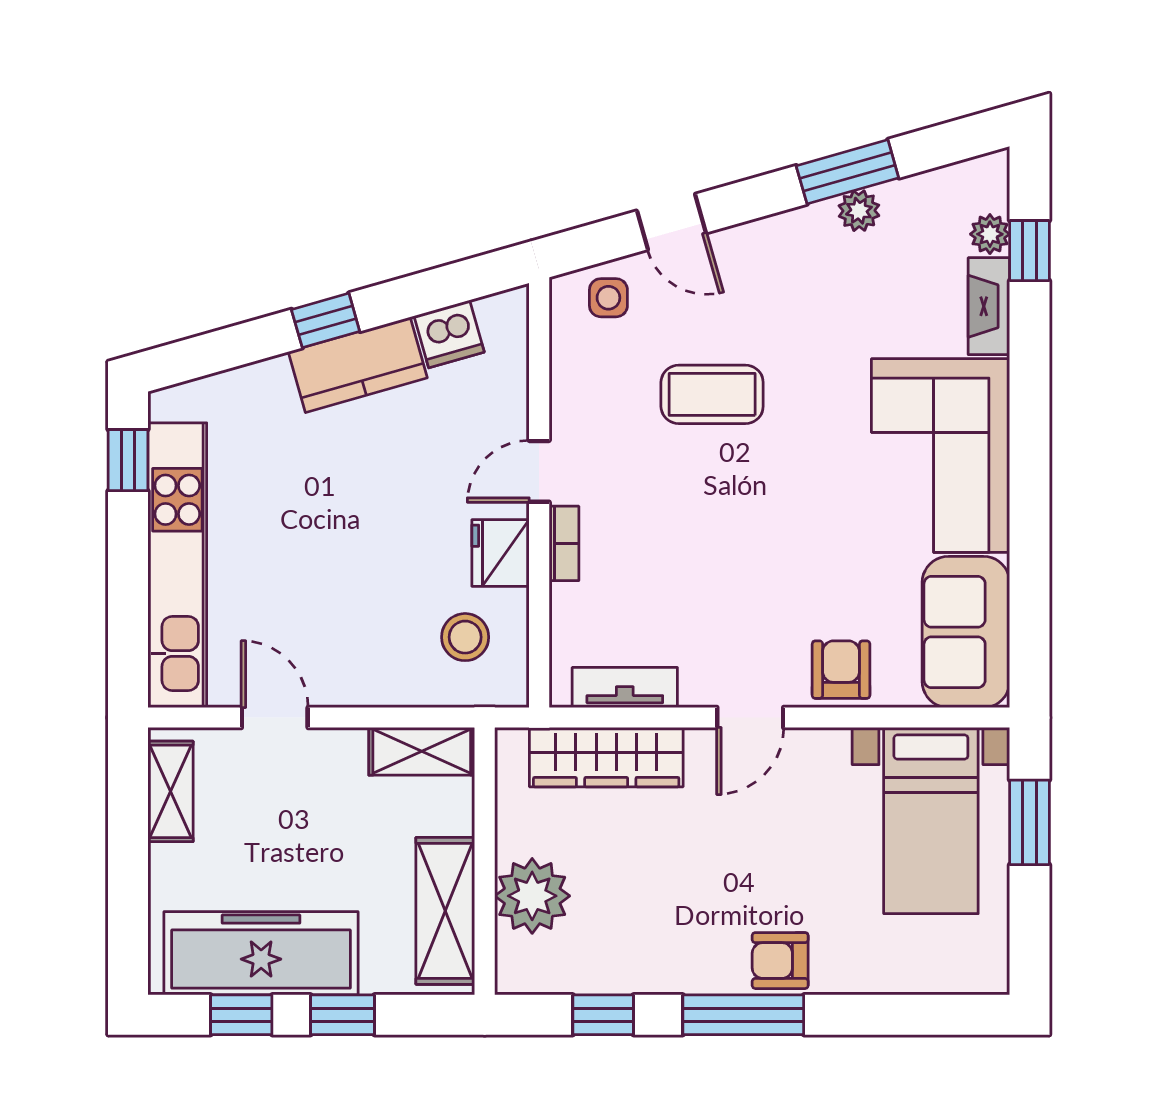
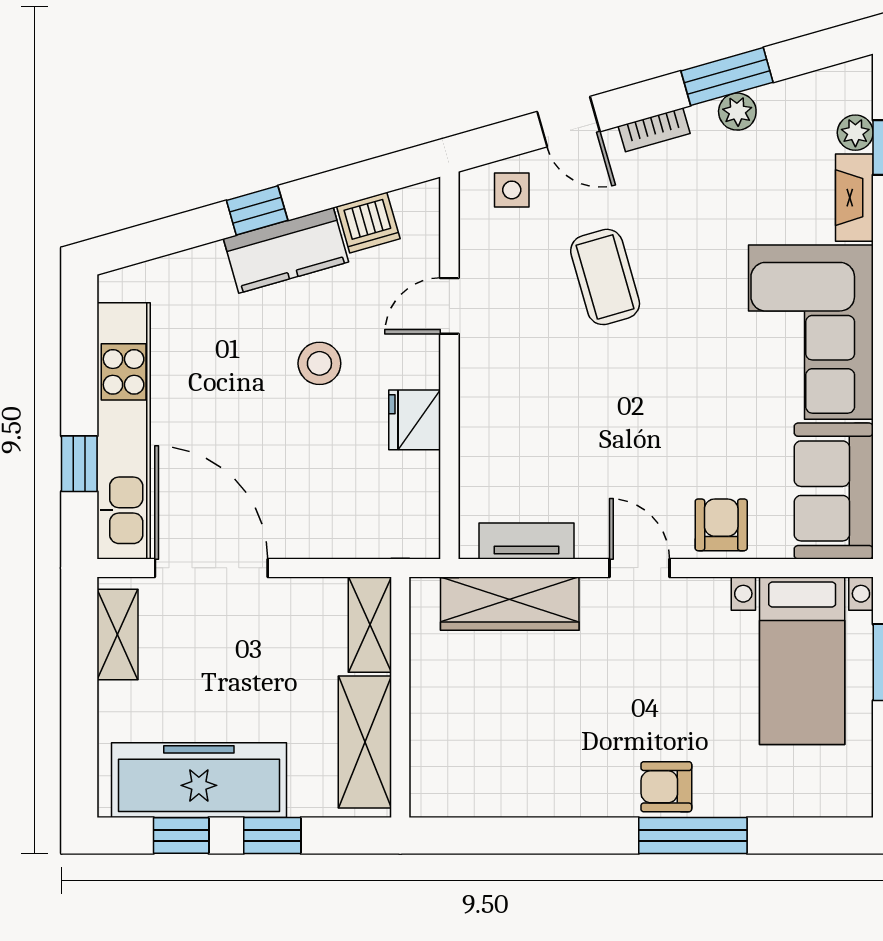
coffee table: (712, 394) -> (605, 277), turned 74
window: (128, 460) -> (79, 464), moved
door: (539, 471) -> (449, 306), moved
bookcase: (564, 543) -> (654, 130), moved, turned 74
stool: (465, 637) -> (319, 363), moved
door: (275, 718) -> (211, 568), width x1.87
door: (750, 718) -> (639, 568), swing flipped
shelving: (422, 751) -> (370, 625), moved, turned 90
plant: (532, 896) -> (443, 729), removed
window: (603, 1015) -> (507, 836), removed
window: (743, 1015) -> (693, 836), moved

